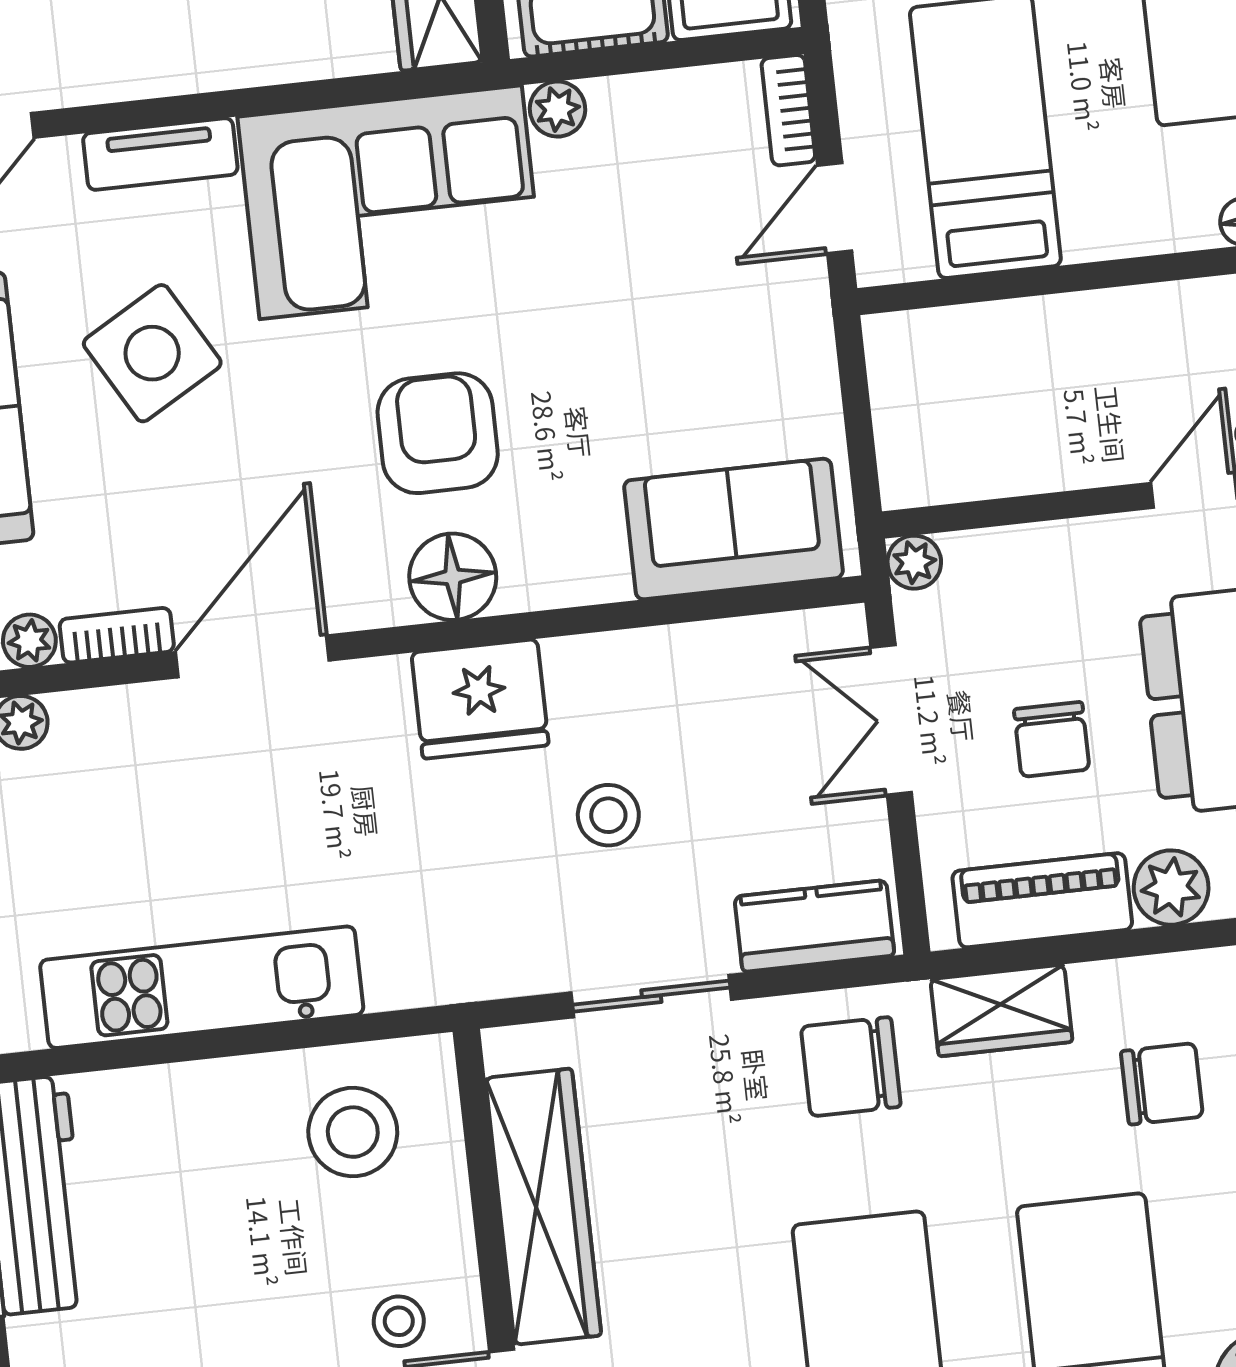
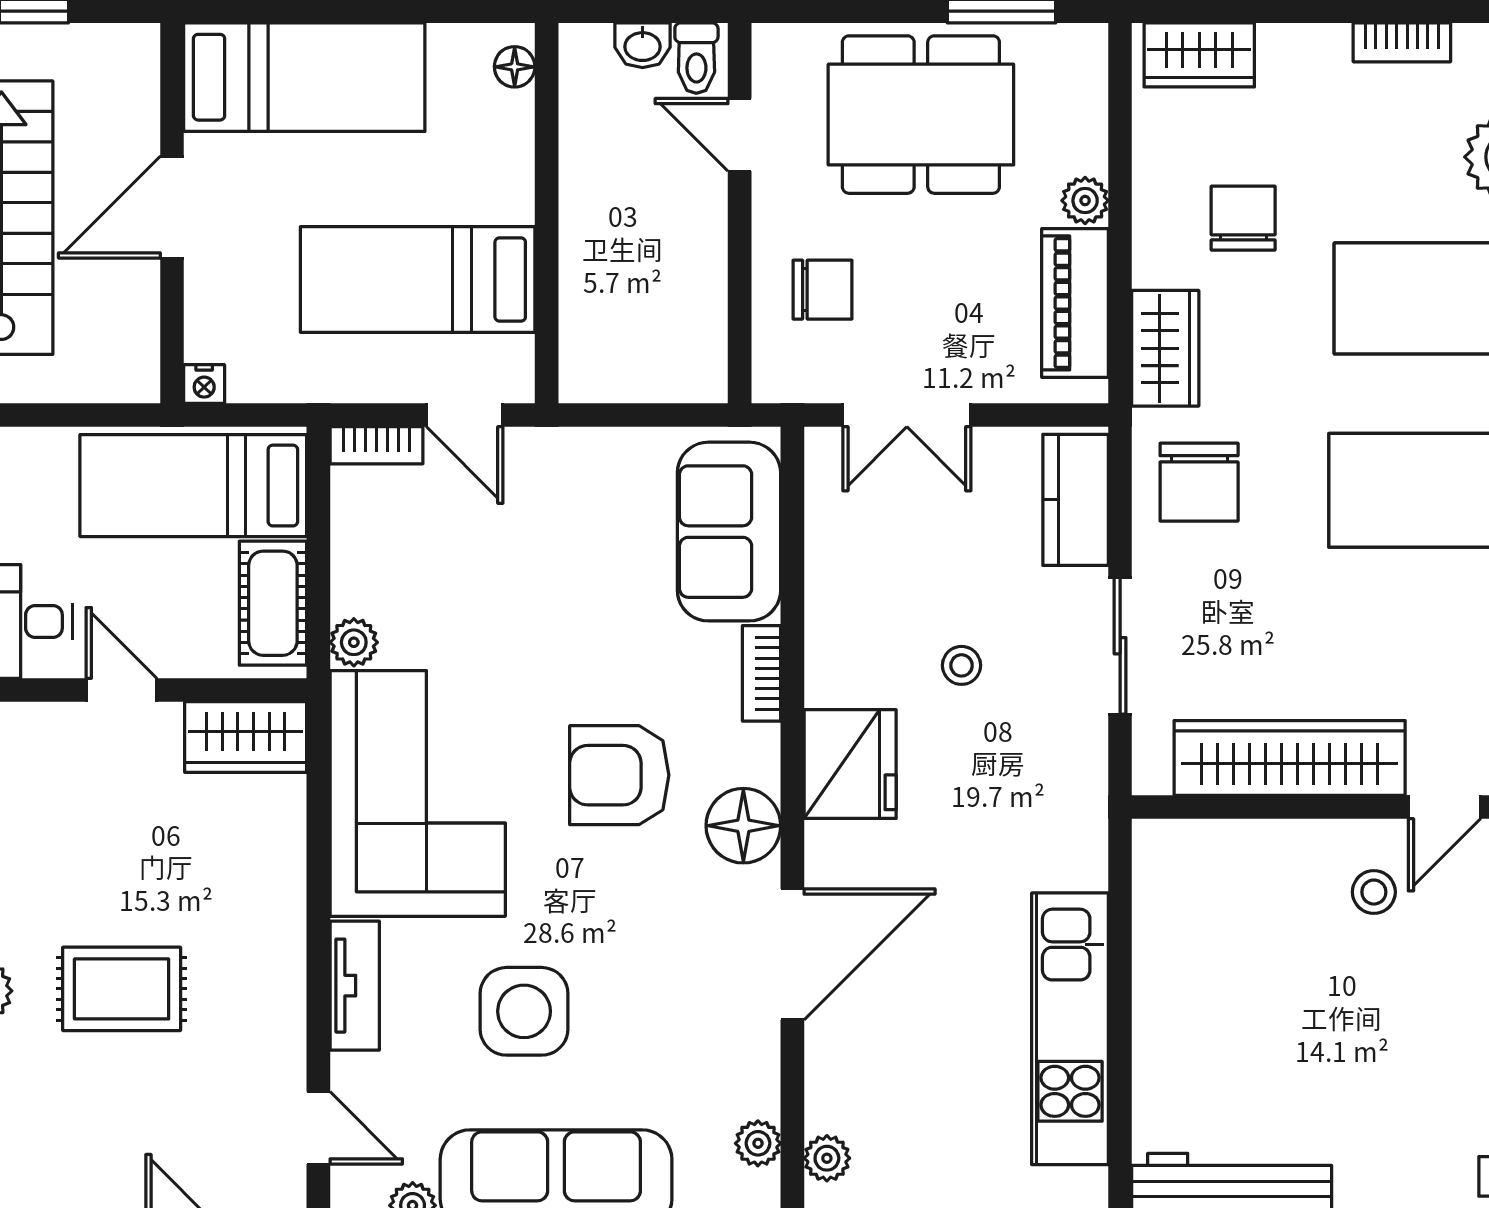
side table: (152, 353) -> (524, 1011), turned 30
plant: (914, 562) -> (774, 380), removed
floor lamp: (453, 577) -> (743, 826), moved
bookcase: (117, 635) -> (762, 673), moved
door: (252, 656) -> (792, 954), swing flipped
chair: (1052, 739) -> (823, 290), moved
stool: (608, 815) -> (962, 665), width x0.73, depth x0.73
plant: (1171, 888) -> (1085, 201), width x0.73, depth x0.73
stool: (353, 1132) -> (1208, 913), removed

